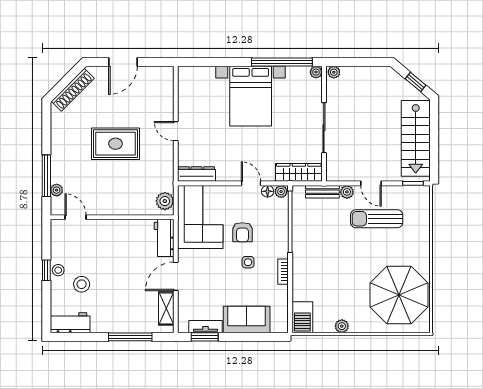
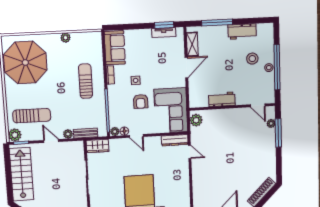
door: (176, 131) -> (190, 152), moved
rug: (116, 144) -> (231, 158), removed
wardrobe: (299, 172) -> (98, 146), width x0.67
plant: (421, 195) -> (15, 135), added
sun lounger: (377, 219) -> (32, 116), moved
armchair: (242, 232) -> (141, 101), turned 180
workbench: (164, 238) -> (222, 99), moved, turned -90
sun lounger: (318, 265) -> (86, 81), added
window: (46, 270) -> (277, 67), width x3.17
barbecue: (302, 317) -> (95, 43), removed
sofa: (247, 319) -> (115, 48), moved, turned -90
workbench: (70, 323) -> (242, 32), moved

